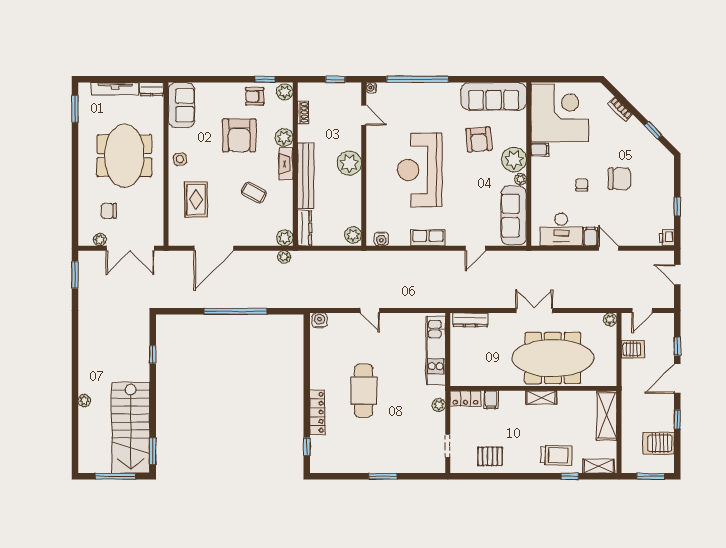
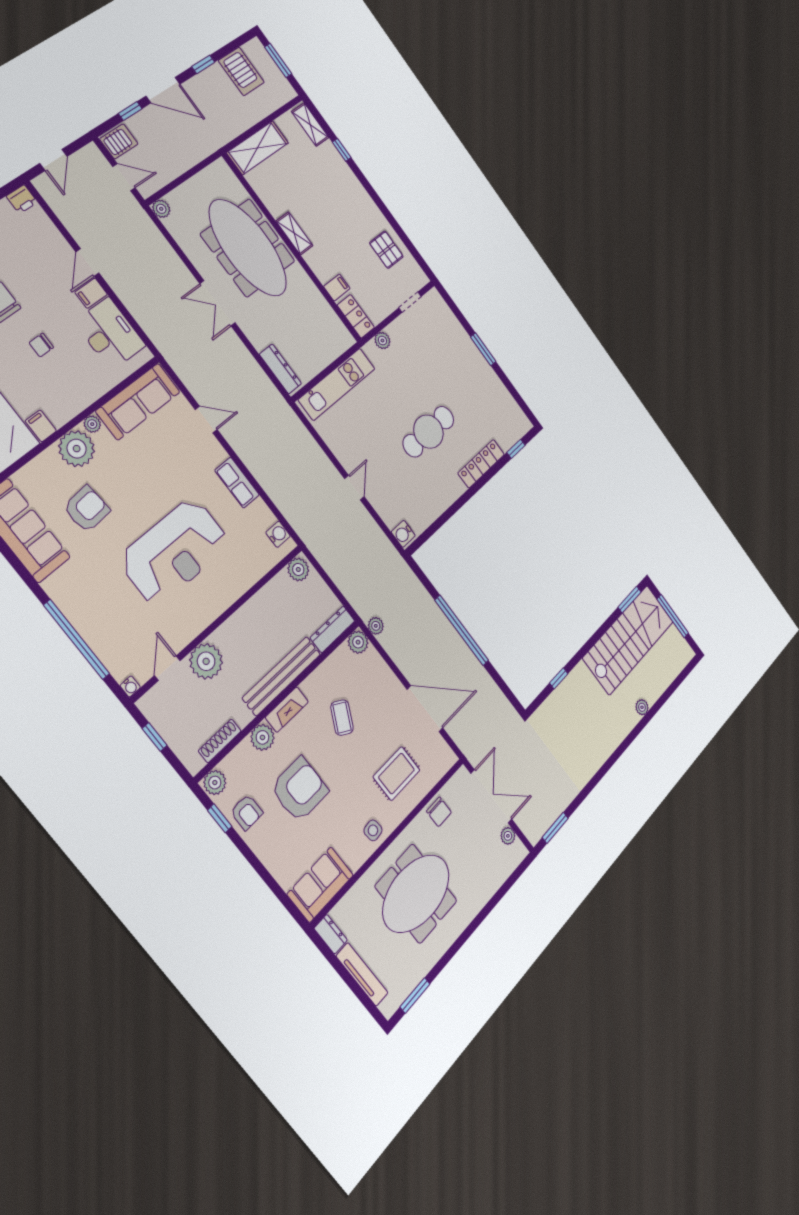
shoe rack: (303, 112) -> (220, 741), width x1.43
plant: (349, 163) -> (206, 661), moved
chair: (109, 211) -> (439, 812), moved
server rack: (633, 349) -> (119, 141), moved, turned 90
trolley: (556, 455) -> (334, 178), removed

